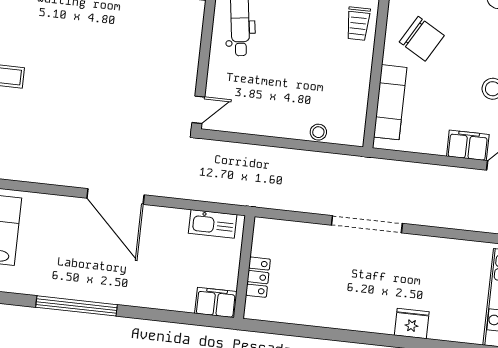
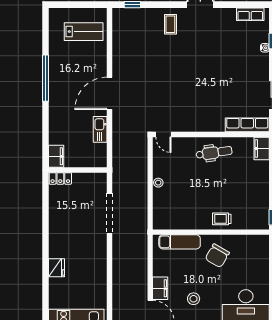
stool: (318, 132) -> (158, 183), moved
kitchen sink: (213, 224) -> (100, 129), moved
doorway: (367, 224) -> (110, 213), moved
locker: (258, 277) -> (60, 178), moved

